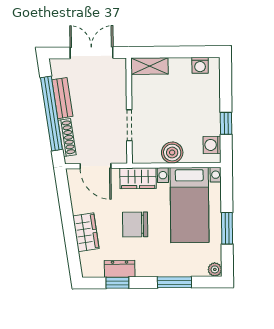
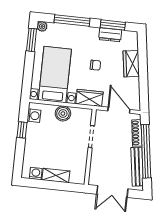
shelving: (149, 66) -> (56, 175), moved
bench: (62, 98) -> (137, 167), width x1.36
chair: (135, 224) -> (95, 65), width x0.54, depth x0.54
window: (227, 228) -> (32, 40), moved
window: (174, 282) -> (72, 21), width x1.44
window: (117, 283) -> (113, 25), width x1.50

